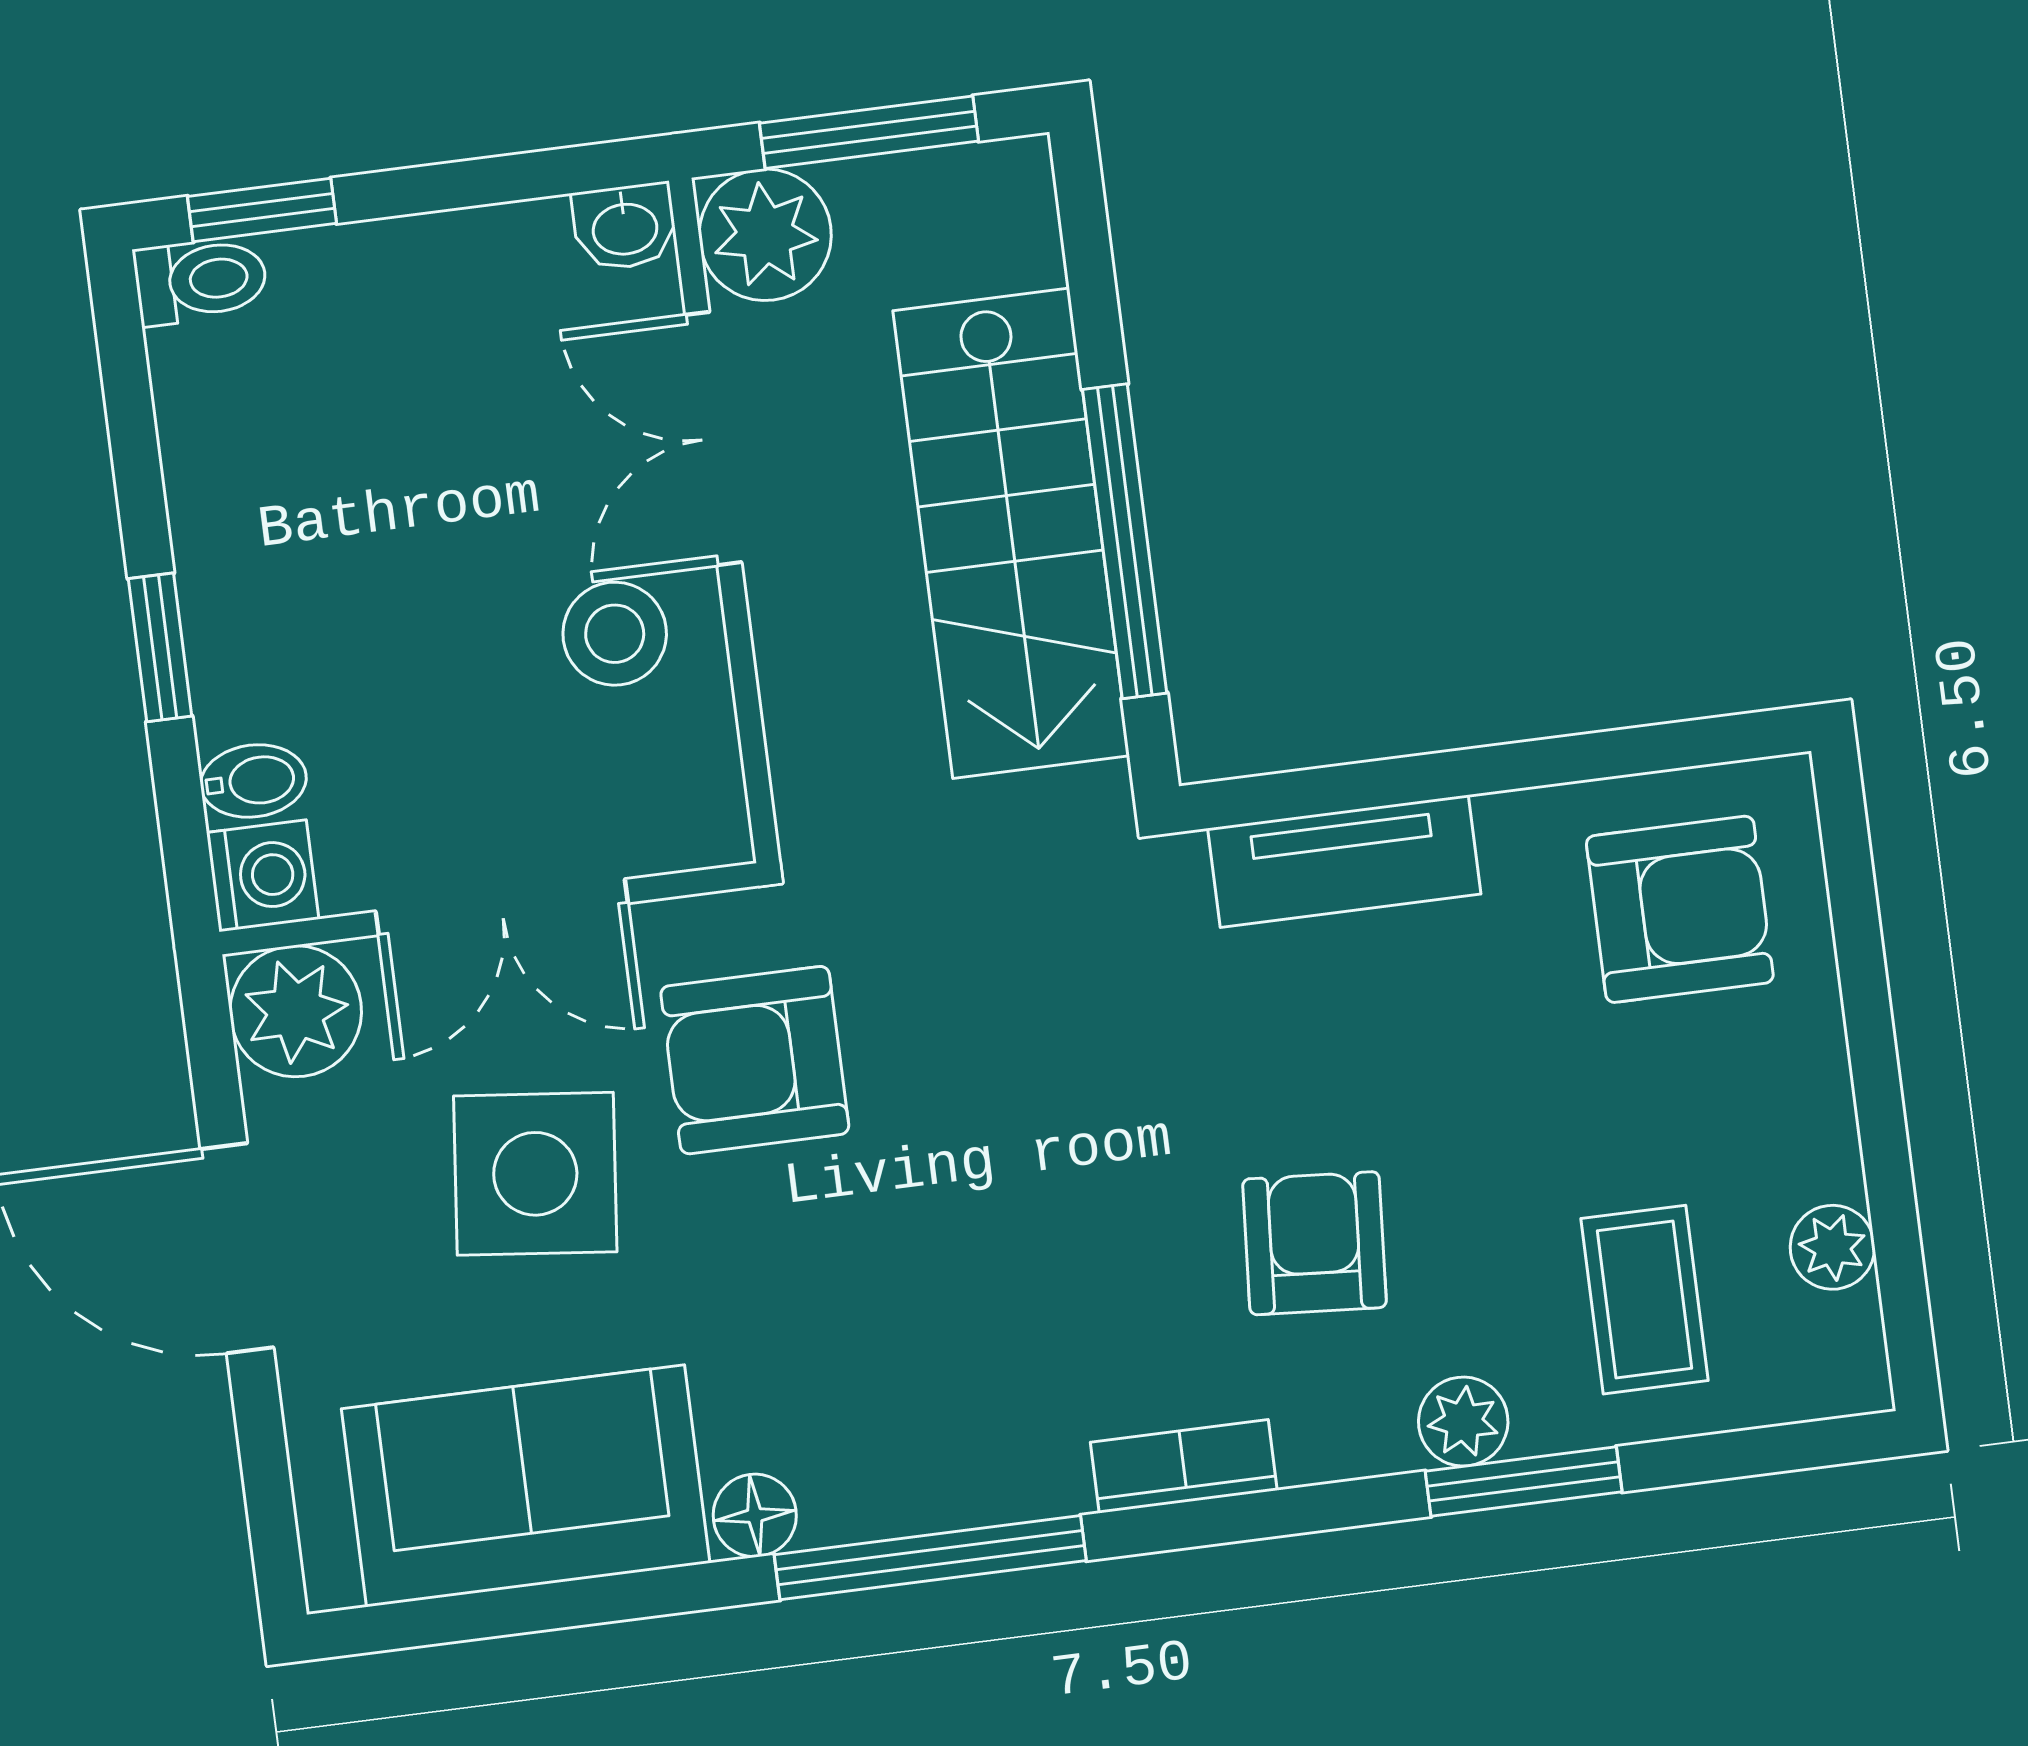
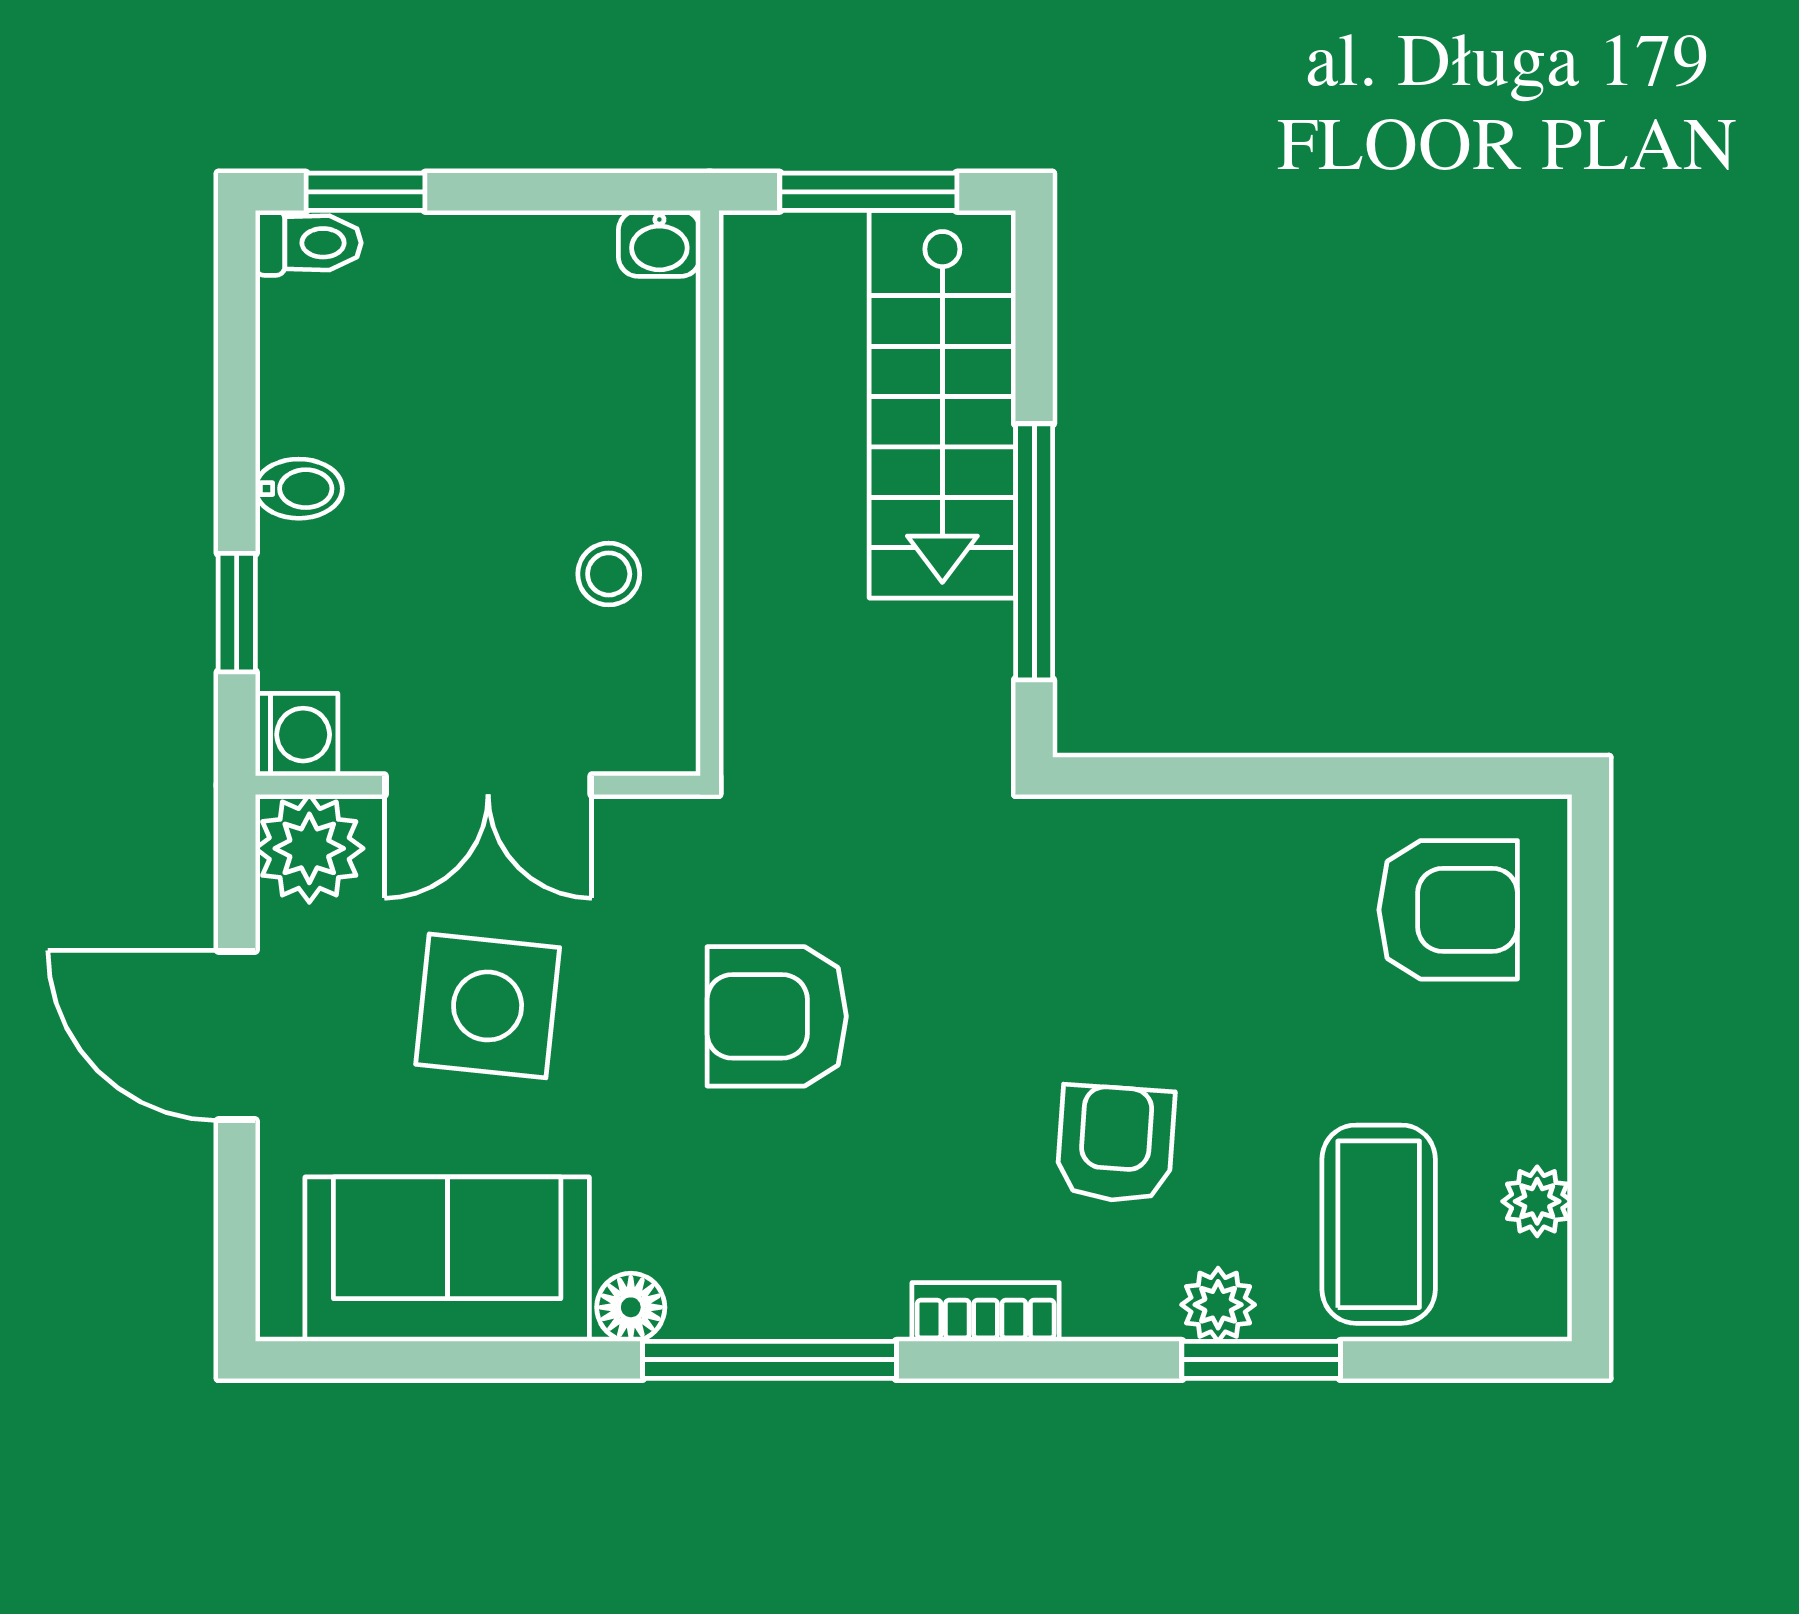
plant: (765, 235) -> (773, 265), removed
double door: (713, 439) -> (710, 425), removed
stairs: (1011, 533) -> (942, 404), moved
stool: (615, 634) -> (609, 574), width x0.73, depth x0.73
window: (160, 647) -> (237, 613), moved
bidet: (253, 781) -> (299, 489), moved
tv unit: (1344, 861) -> (1180, 836), removed
armchair: (755, 1060) -> (777, 1016), moved
coffee table: (1645, 1300) -> (1379, 1224), width x1.36, depth x1.30

